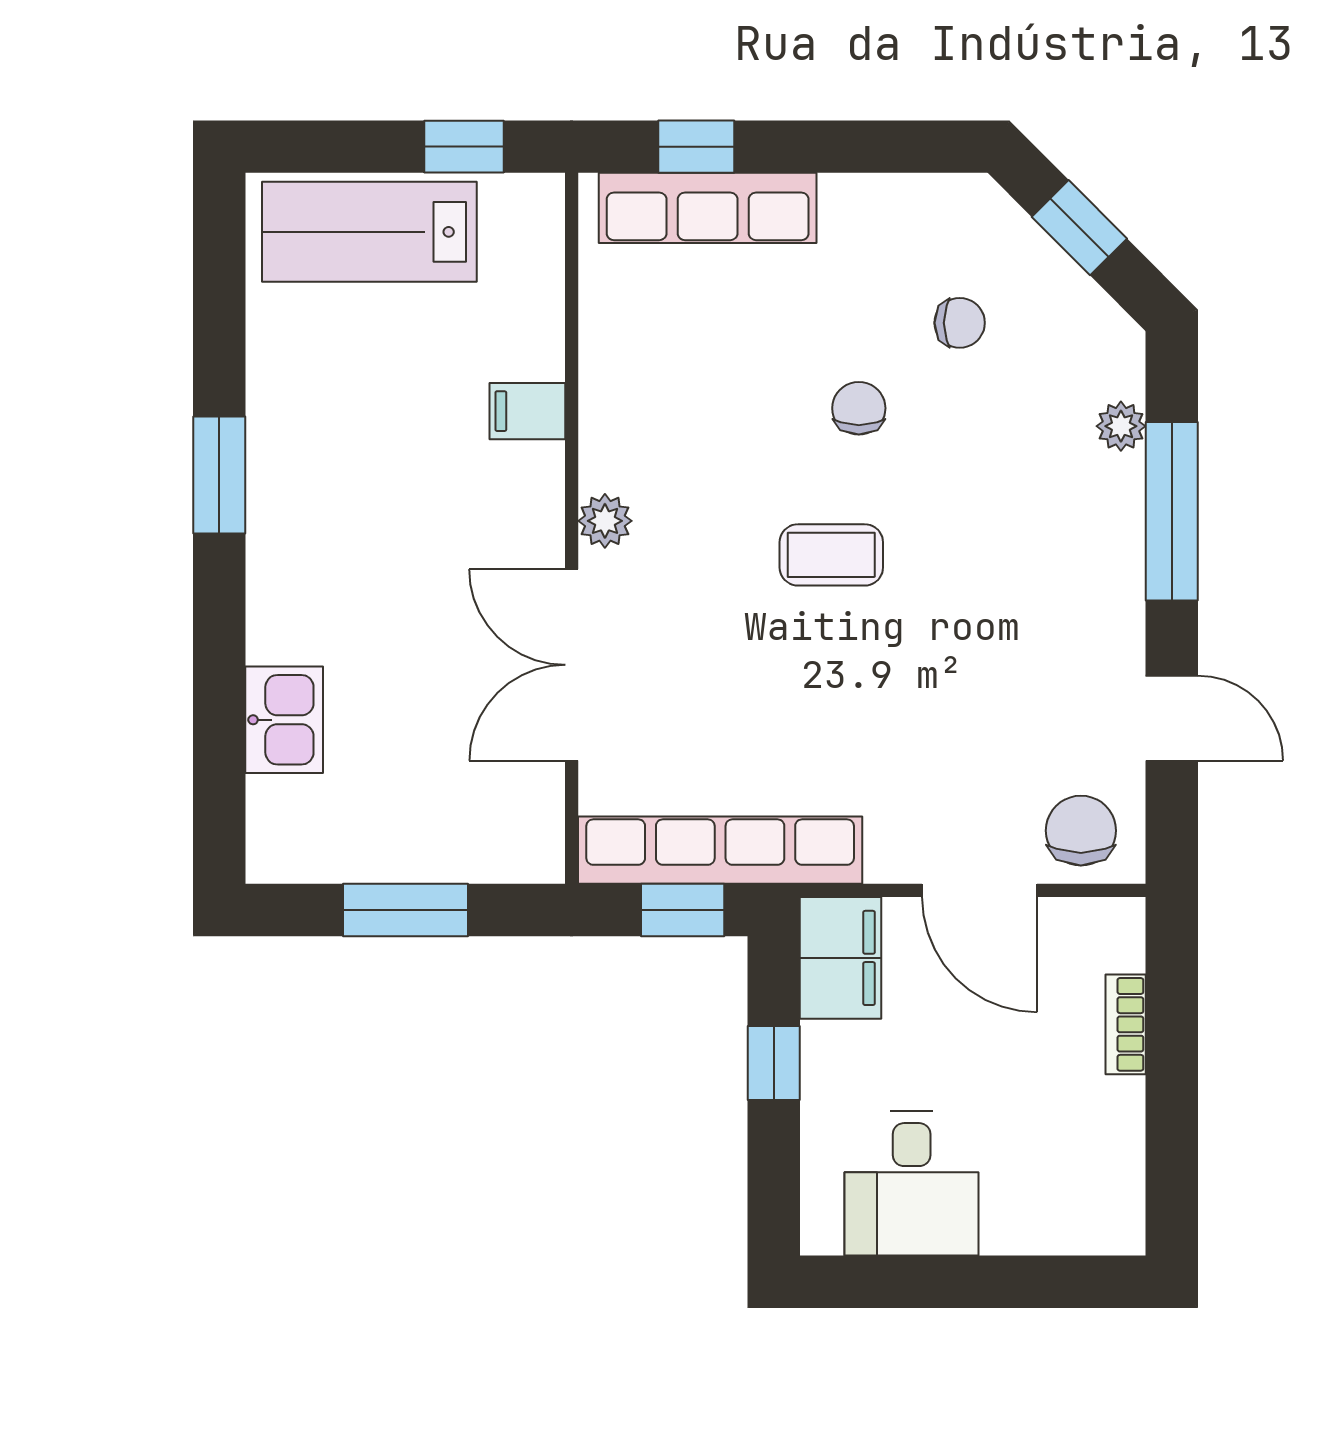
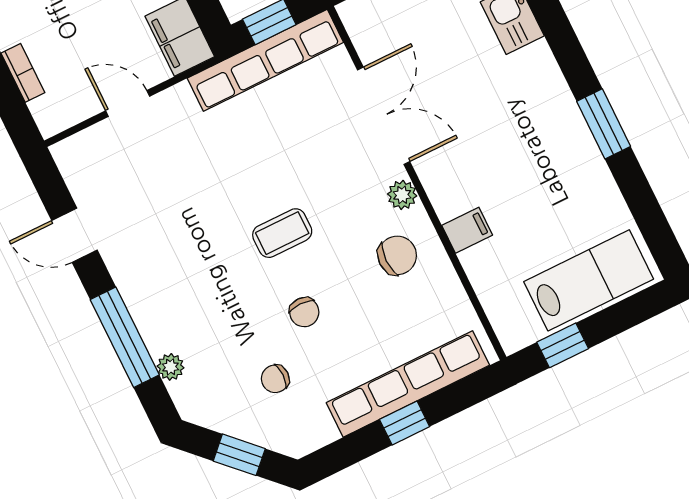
window: (696, 147) -> (405, 423), moved
row of seats: (708, 208) -> (408, 384), width x1.36
chair: (1081, 831) -> (397, 255), moved, turned -90
door: (980, 890) -> (128, 104), width x0.73

